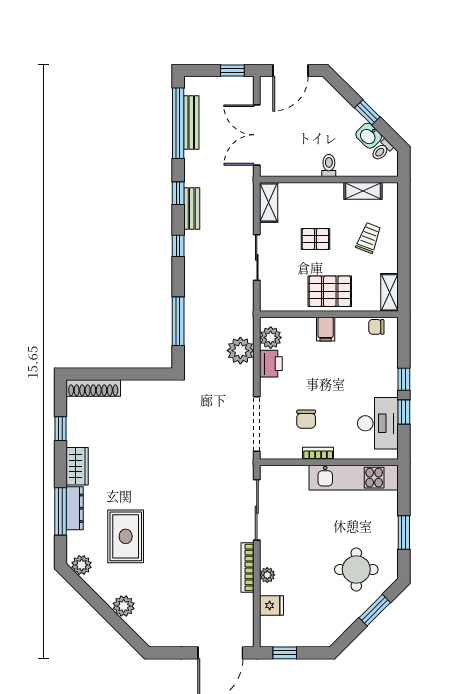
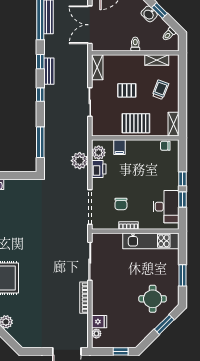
washbasin: (369, 136) -> (149, 14), moved
filing cabinet: (326, 329) -> (119, 147), moved
plant: (267, 575) -> (96, 334), moved
window: (285, 653) -> (121, 351), moved

